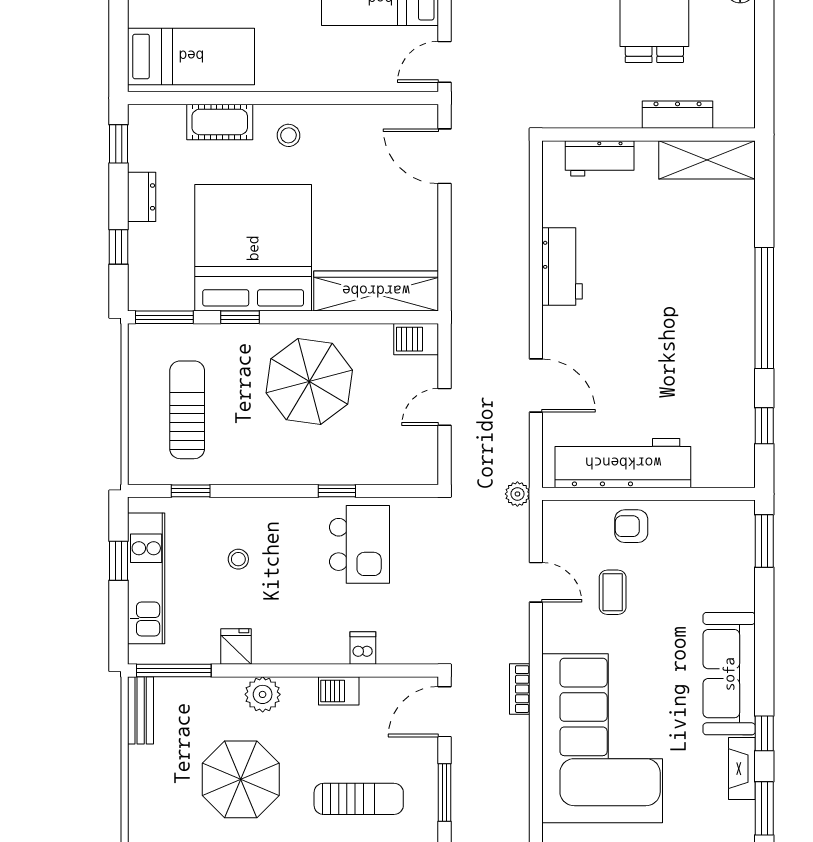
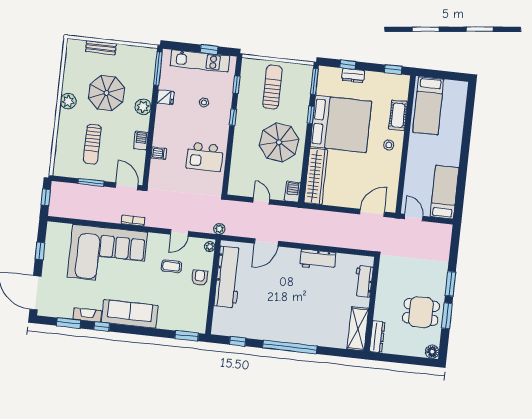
dresser: (678, 115) -> (377, 337), moved
dresser: (142, 197) -> (353, 75), moved
sun lounger: (187, 410) -> (272, 87), turned -90
window: (337, 491) -> (233, 117), moved
plant: (559, 511) -> (210, 247), added
bench: (141, 710) -> (101, 48), moved

